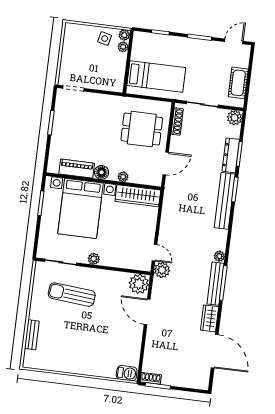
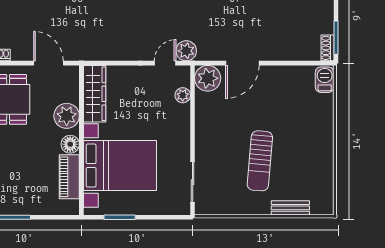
plant: (123, 177) -> (67, 116), width x1.87, depth x1.87
plant: (94, 259) -> (183, 95), moved
sun lounger: (72, 295) -> (260, 161), moved

